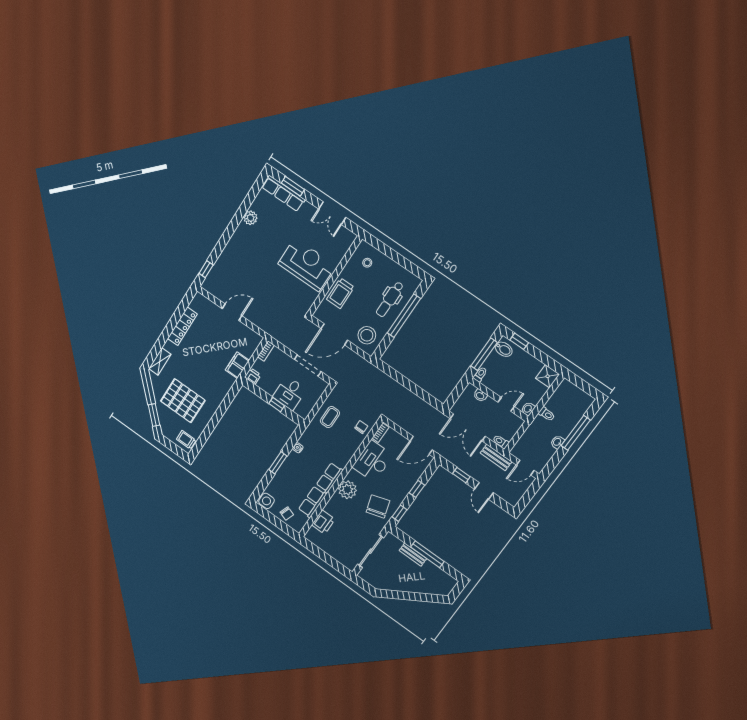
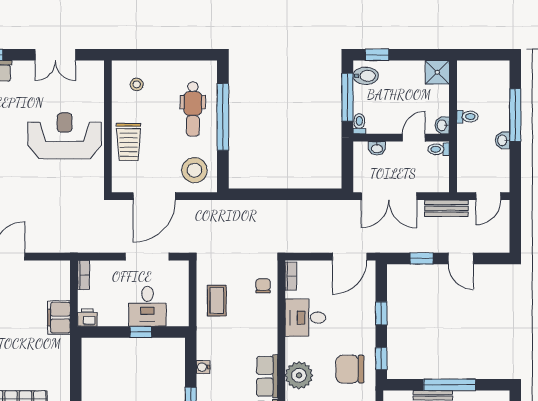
toilet: (501, 442) -> (439, 149), moved
desk: (373, 461) -> (305, 318), width x0.73
chair: (378, 506) -> (350, 369), turned -73

